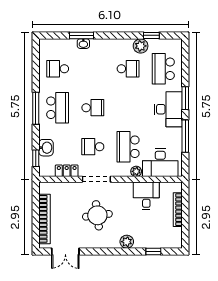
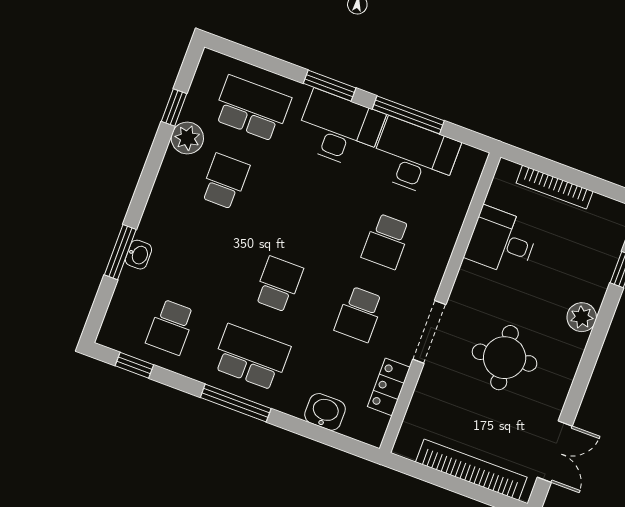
school desk: (163, 69) -> (252, 108), turned 180
school desk: (128, 147) -> (386, 241), width x0.54
window: (36, 158) -> (134, 365), moved
desk: (160, 163) -> (415, 157), moved, turned -90
plant: (136, 171) -> (444, 244), removed

